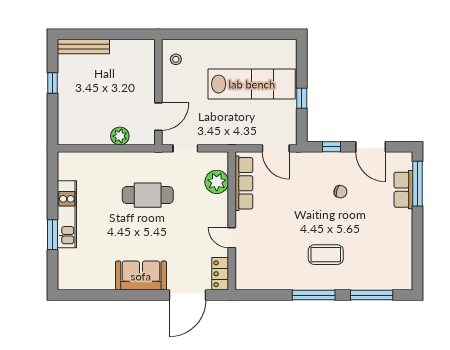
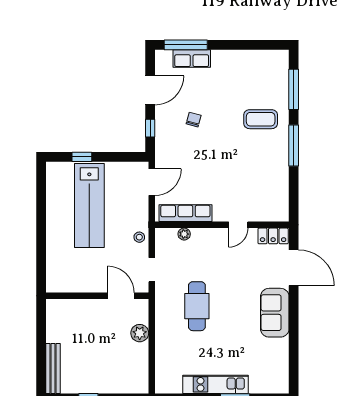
stool: (176, 59) -> (139, 237), moved
lab bench: (252, 84) -> (89, 205), turned 180
window: (302, 98) -> (82, 157), moved
plant: (217, 182) -> (184, 234), width x0.53, depth x0.53
coffee table: (326, 255) -> (261, 119), moved, turned 90

